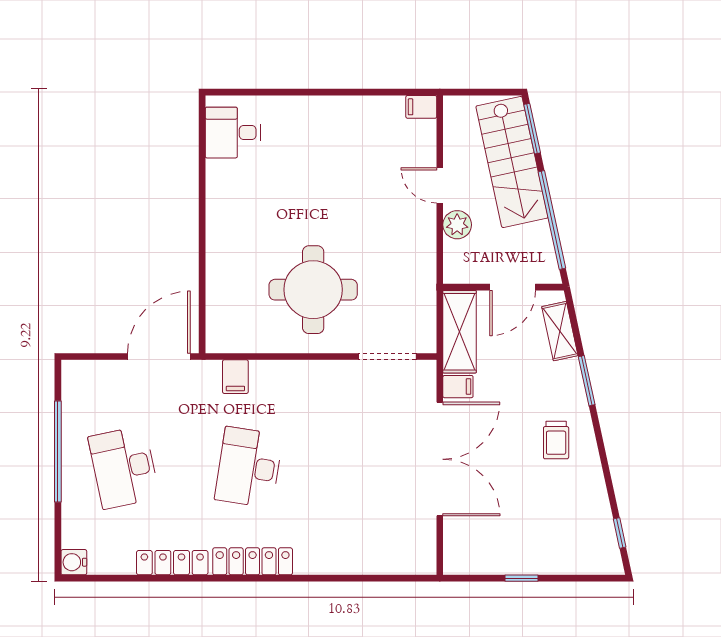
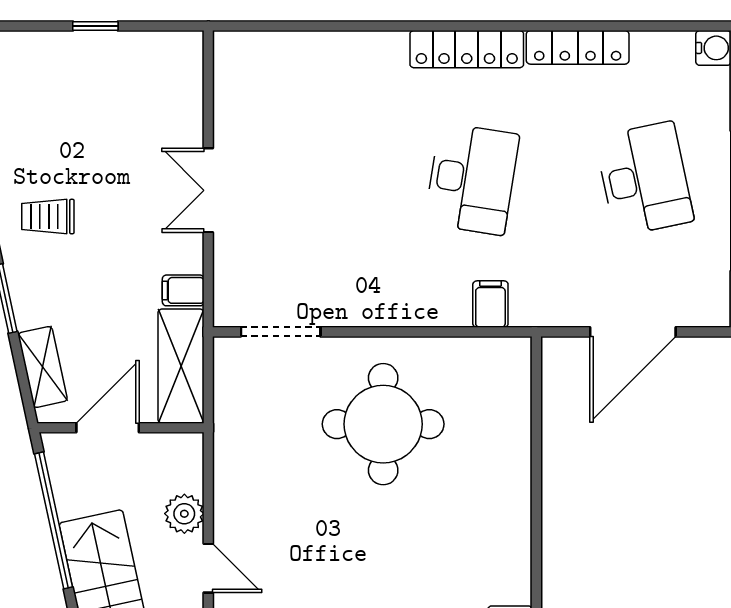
door: (159, 357) -> (633, 332), moved
trolley: (556, 440) -> (48, 217), turned -90
double door: (440, 459) -> (208, 190), width x0.54

